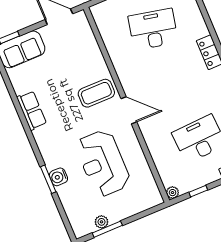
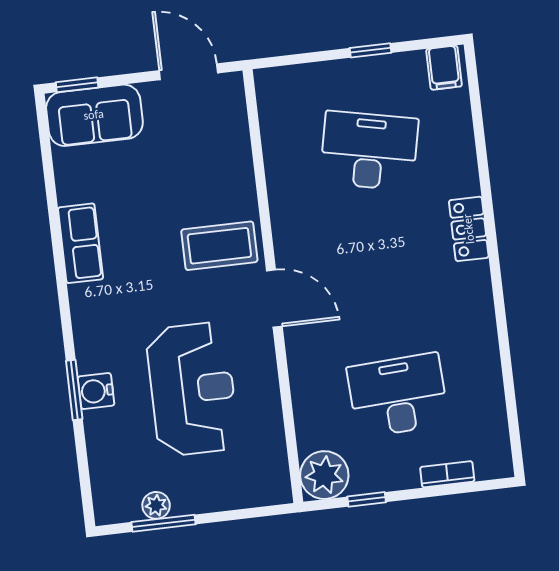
reception desk: (103, 163) -> (192, 389), turned 180
plant: (173, 193) -> (324, 475), width x1.87, depth x1.87

